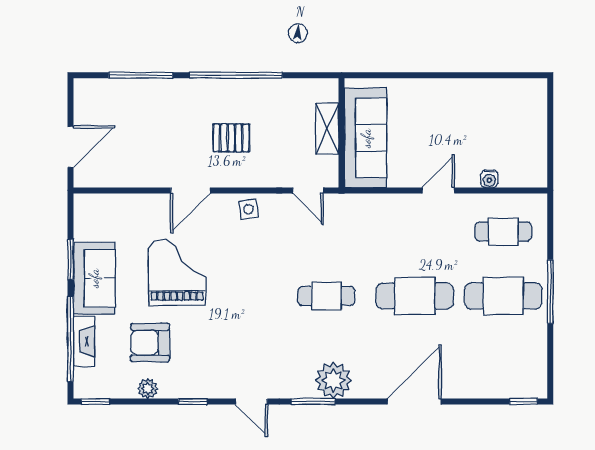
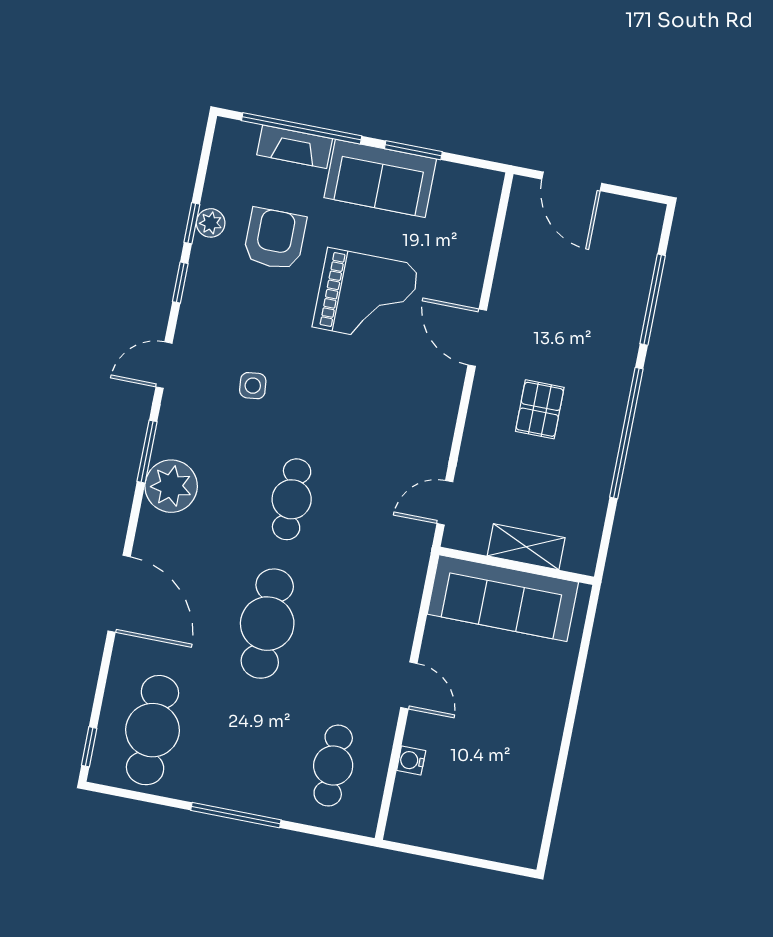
side table: (248, 209) -> (253, 386), moved
cafe table: (503, 296) -> (153, 730), moved
window: (96, 402) -> (192, 223), moved

